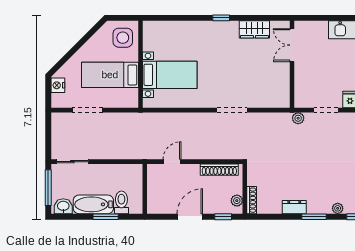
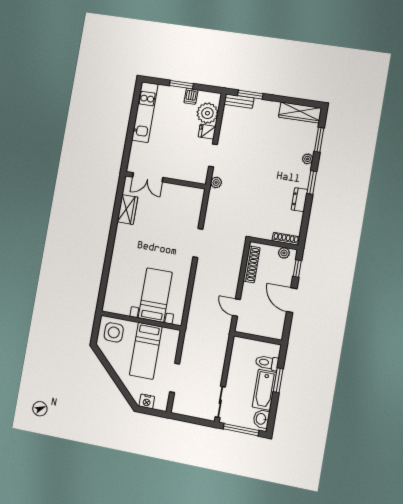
window: (221, 18) -> (112, 238), removed

